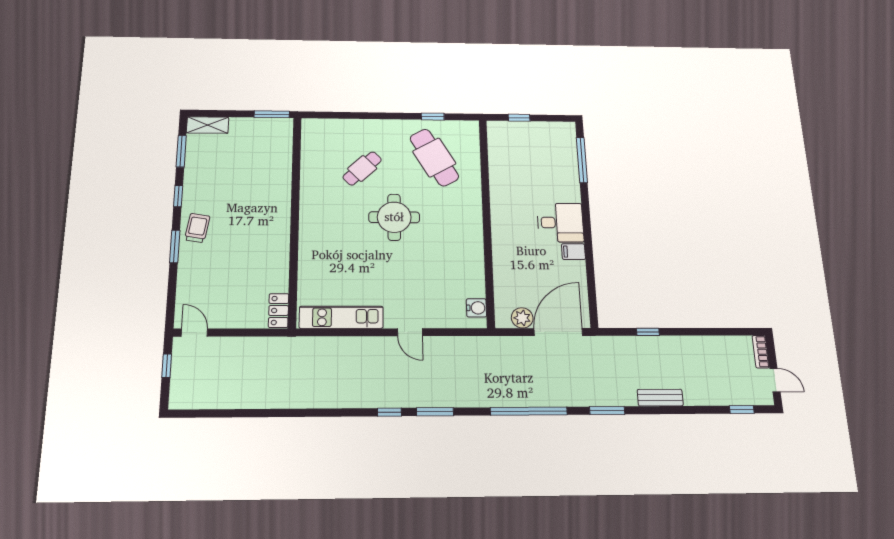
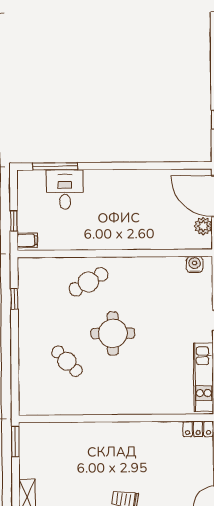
cafe table: (434, 157) -> (88, 282), moved, width x0.73, depth x0.74
desk: (560, 223) -> (65, 189), moved
filing cabinet: (573, 252) -> (27, 240), moved, turned -90

